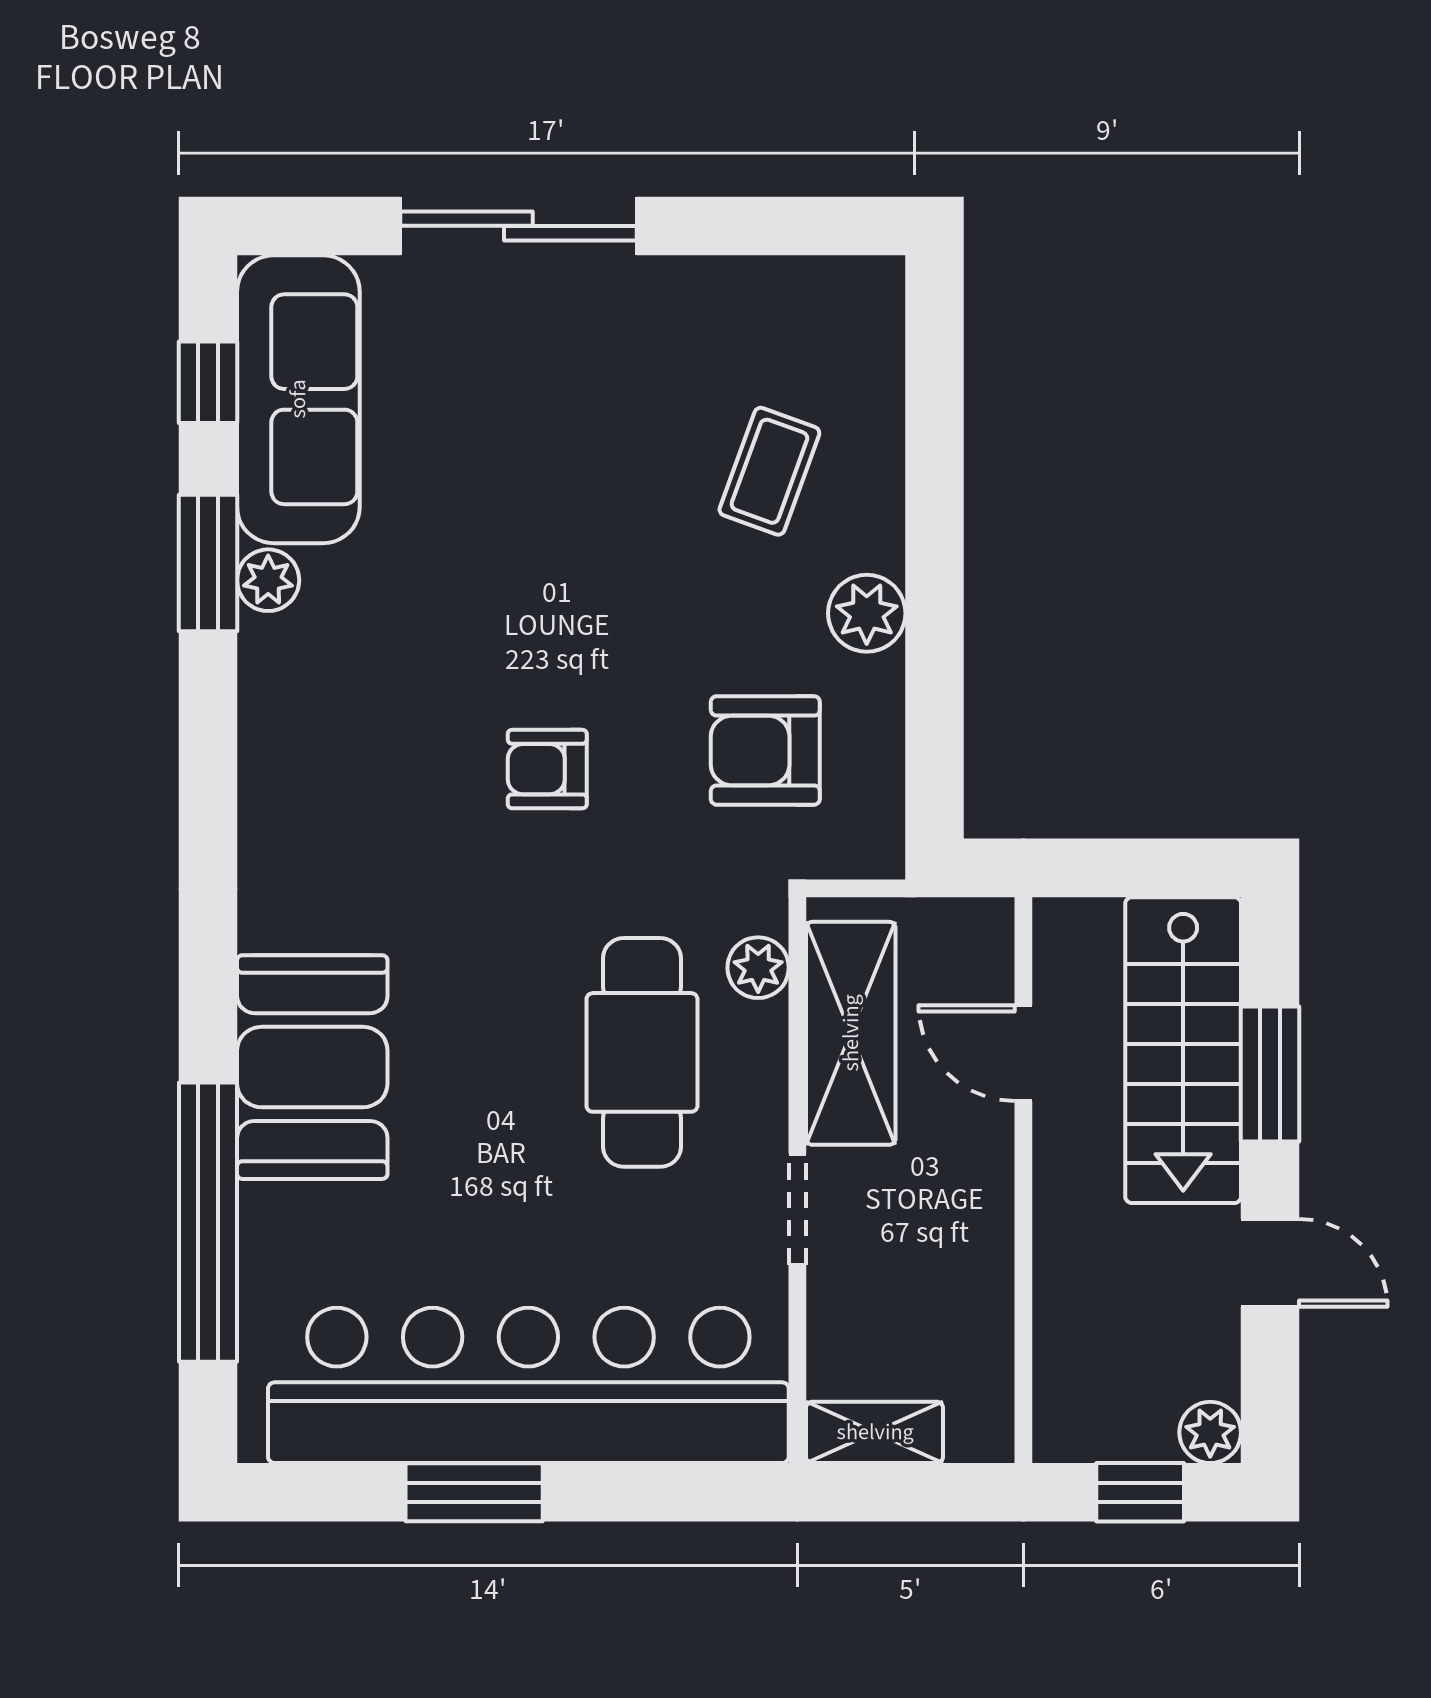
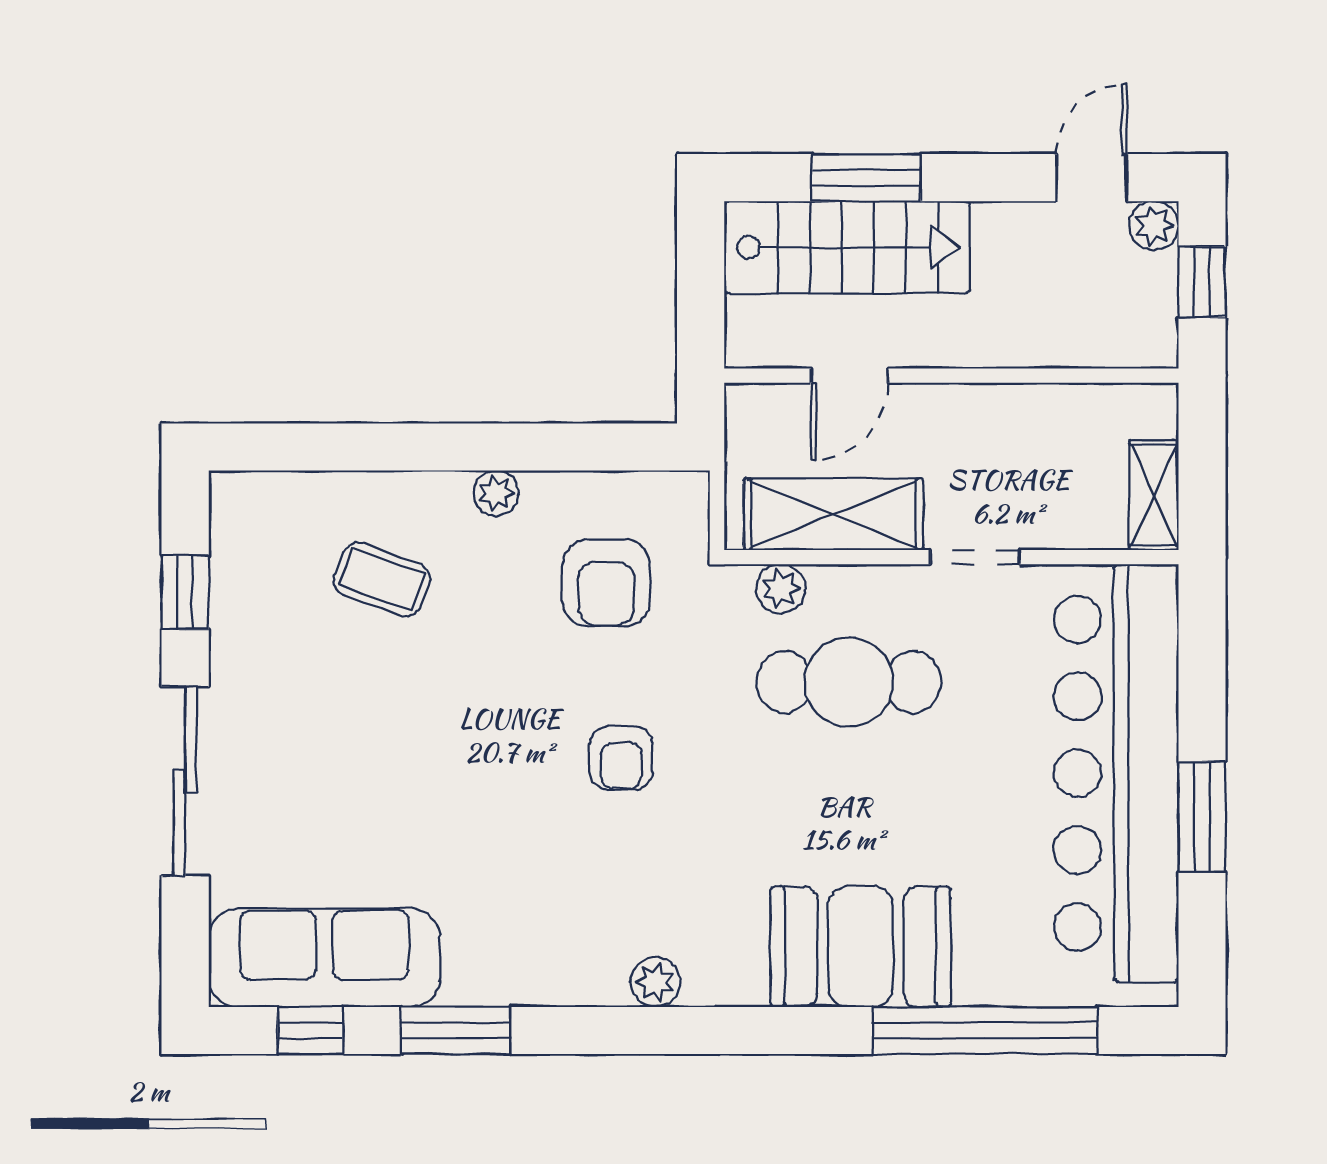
window: (754, 226) -> (185, 592), added
plant: (268, 580) -> (655, 982), moved
plant: (867, 613) -> (496, 493), width x0.73, depth x0.73
door: (1270, 1263) -> (1092, 178), moved

